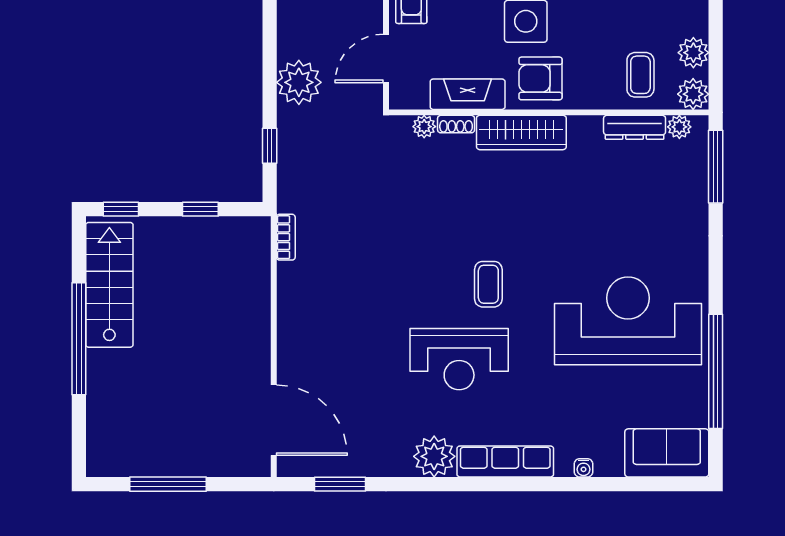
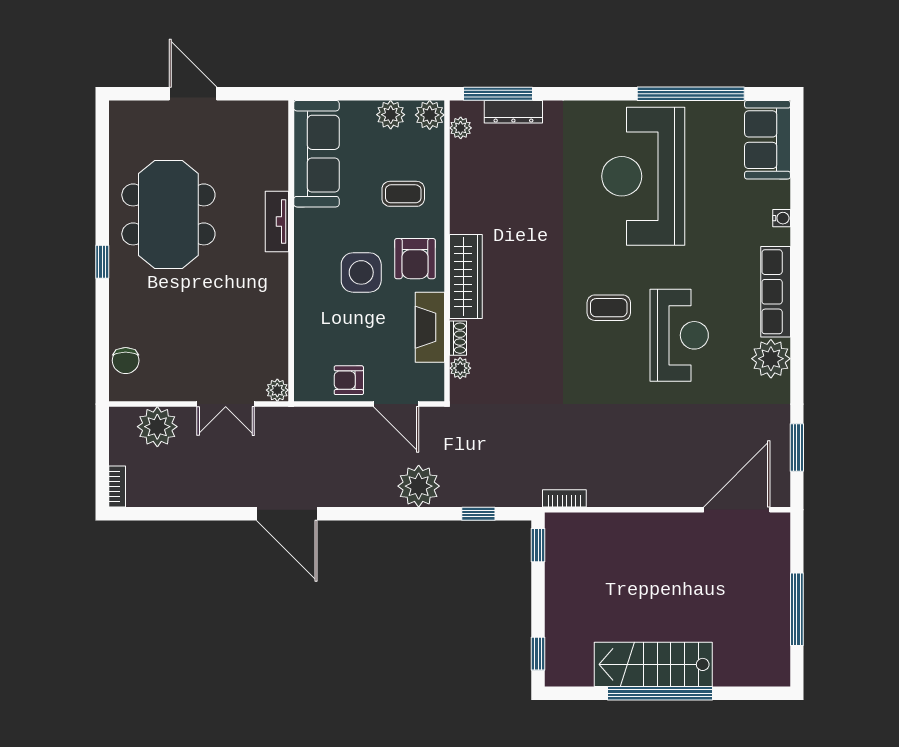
coffee table: (640, 75) -> (403, 194), moved
dresser: (635, 127) -> (513, 112), moved, turned 90
window: (200, 209) -> (538, 545), moved
stairs: (109, 285) -> (653, 664), moved

